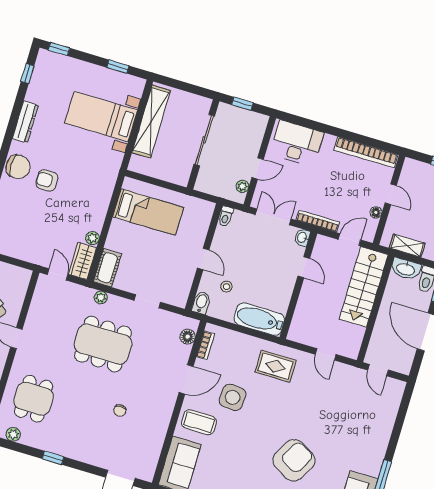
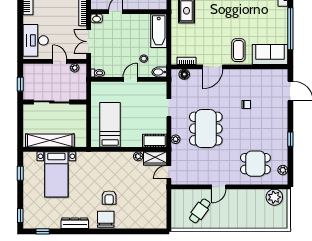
door: (186, 379) -> (213, 67), swing flipped
side table: (233, 397) -> (215, 33), removed

